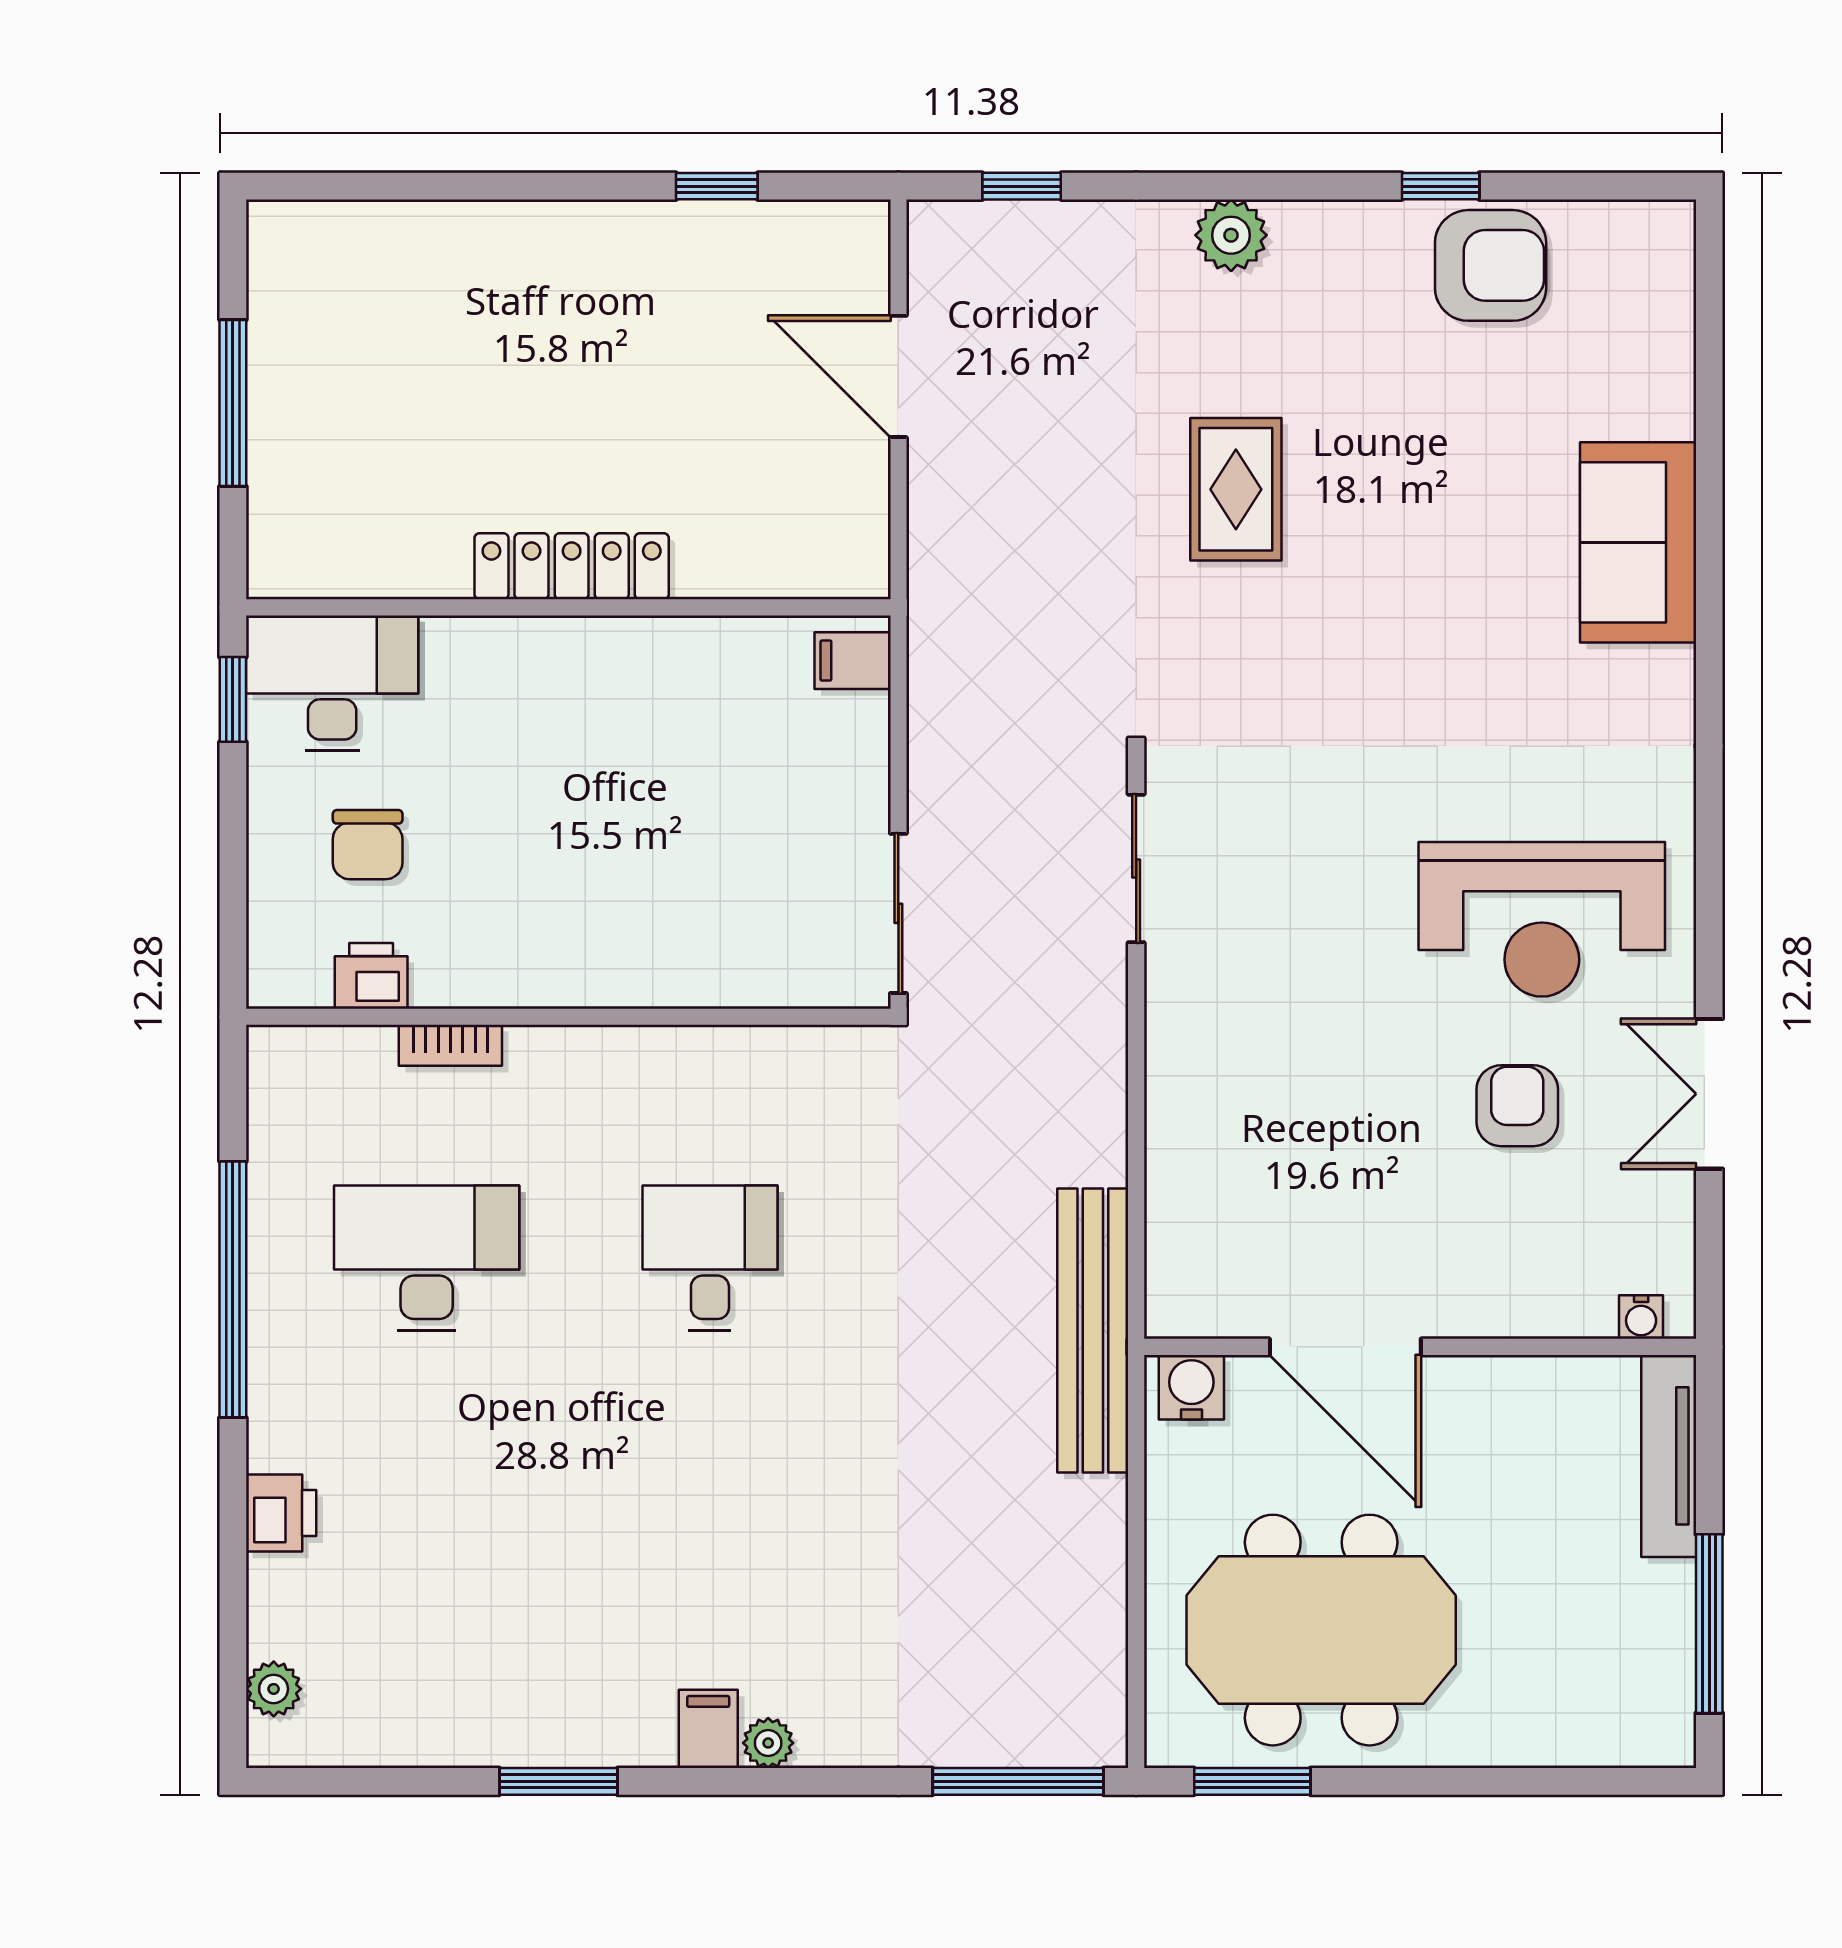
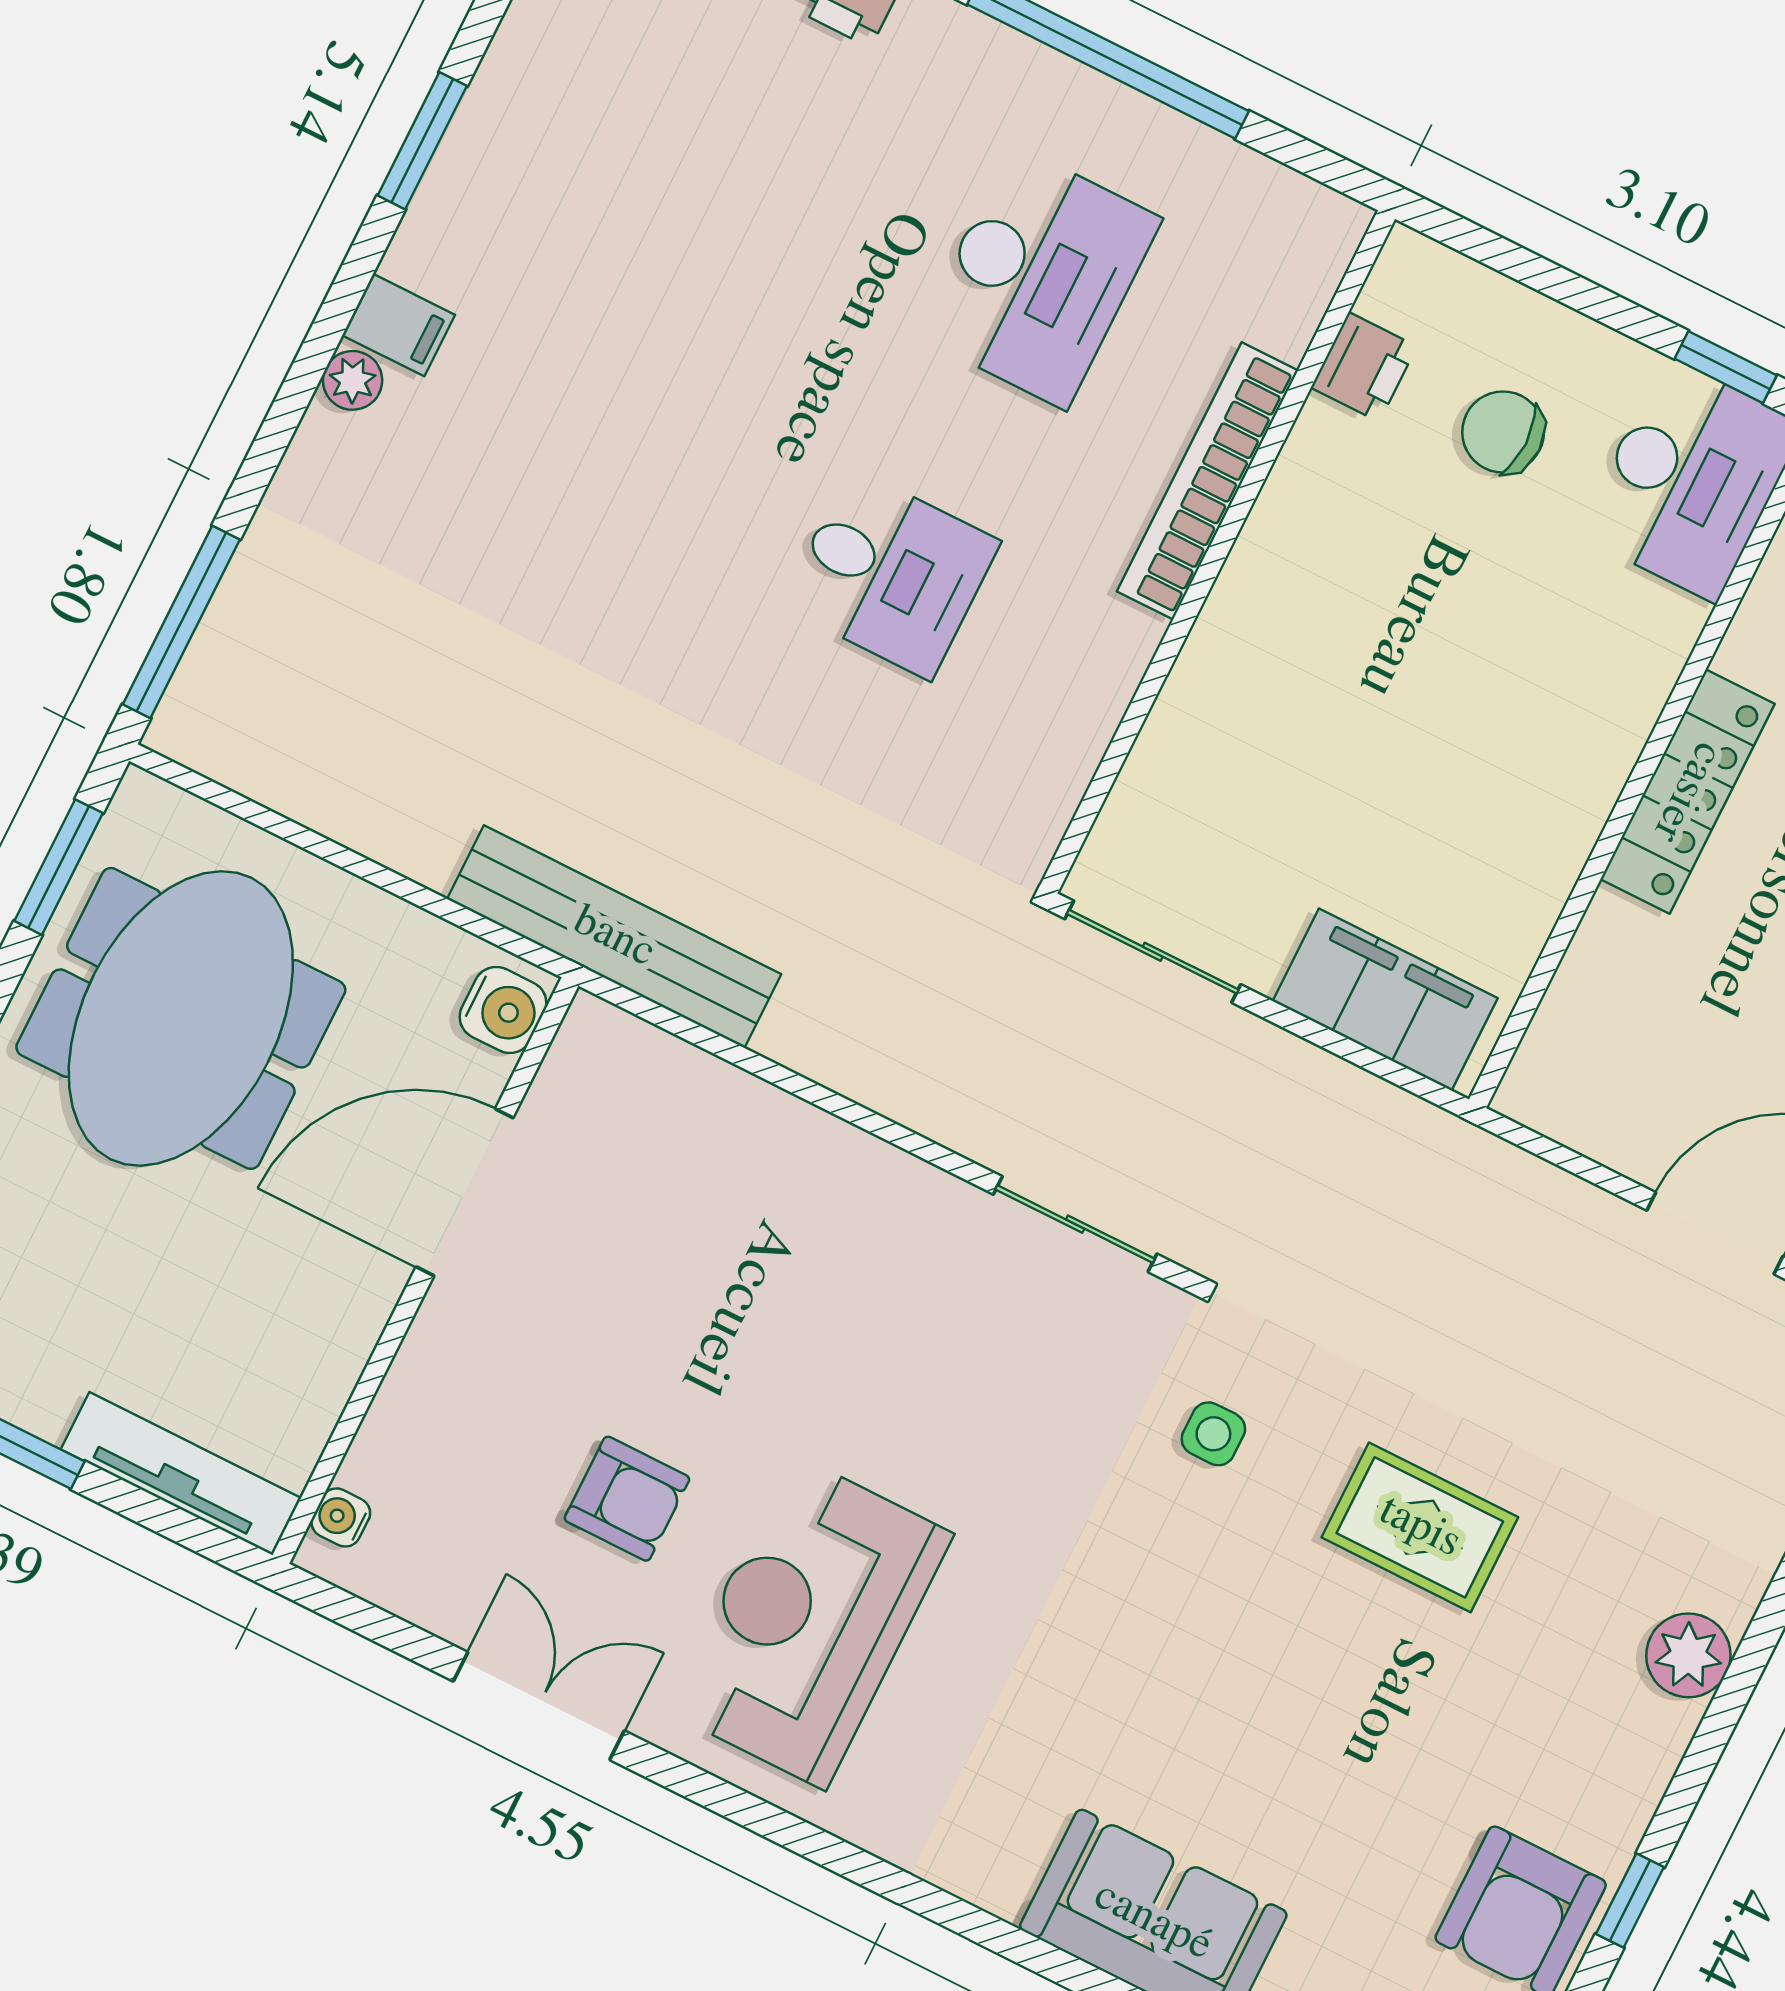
filing cabinet: (853, 661) -> (1385, 1000), width x3.00, depth x1.17
side table: (1243, 683) -> (1213, 1434), added
bookcase: (450, 1045) -> (1207, 481), width x2.31, depth x1.31

